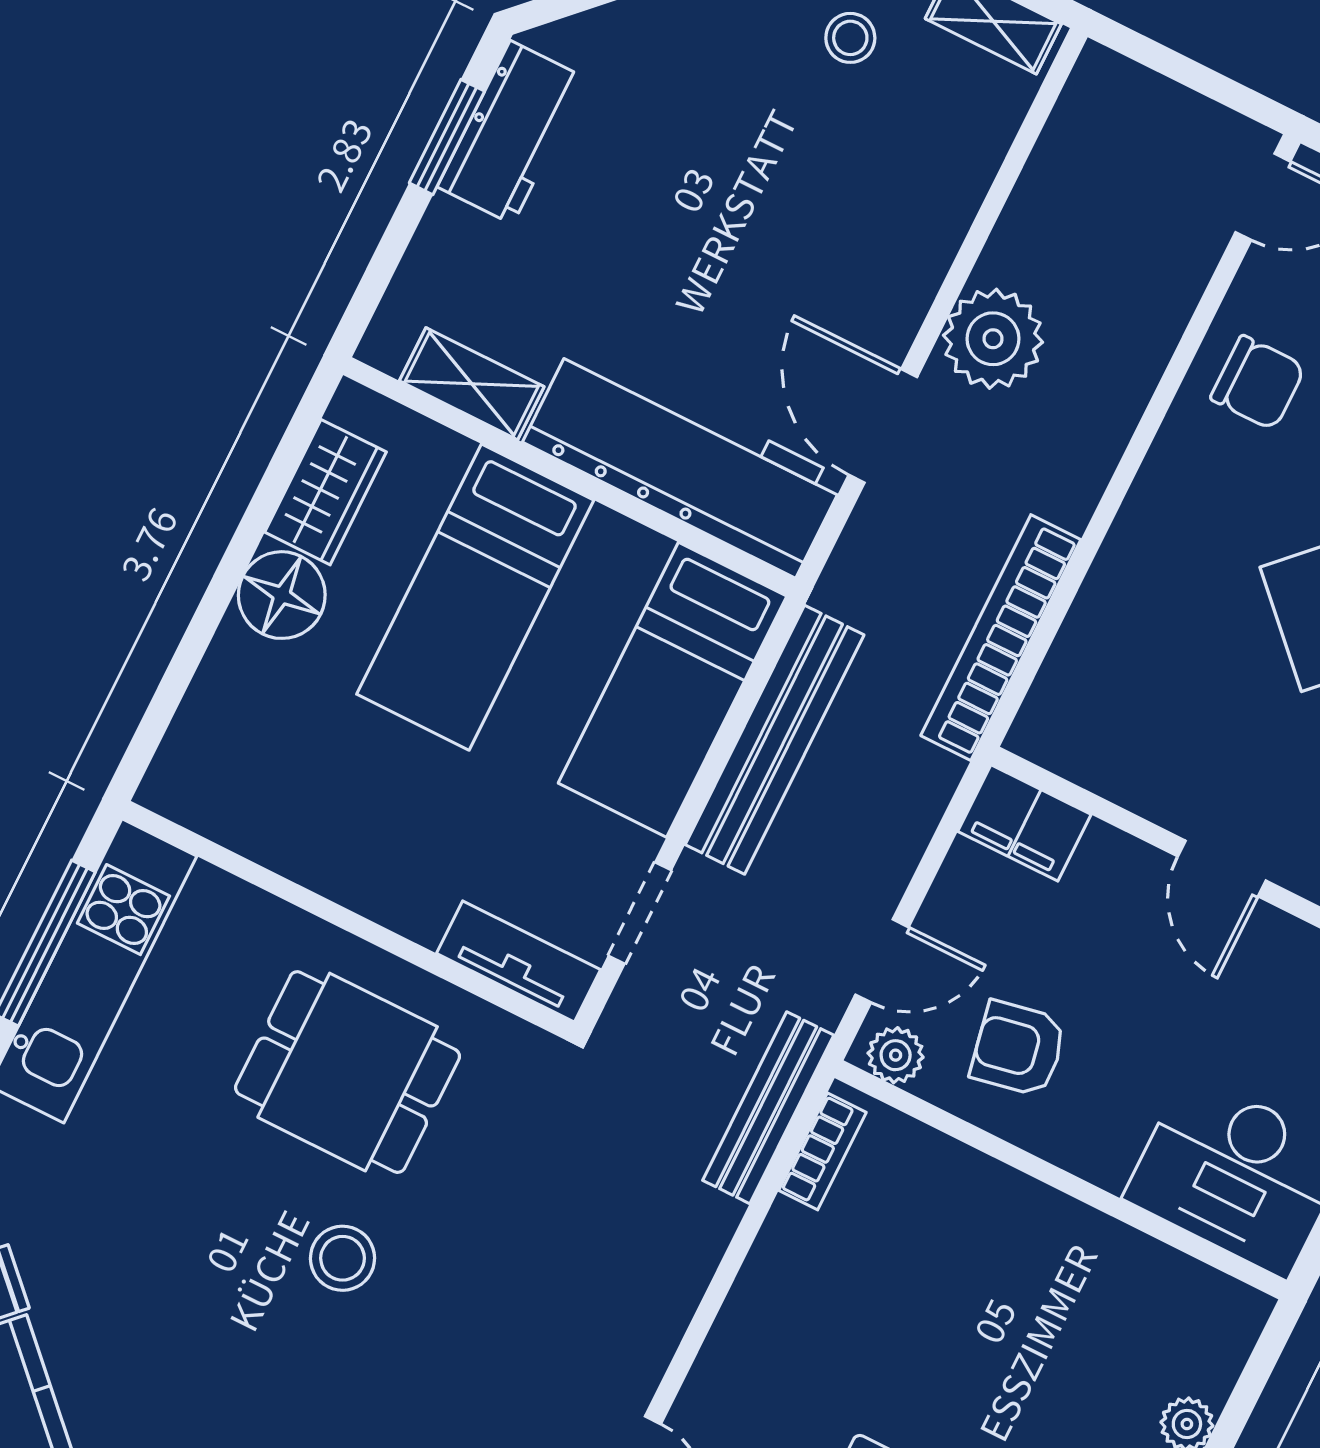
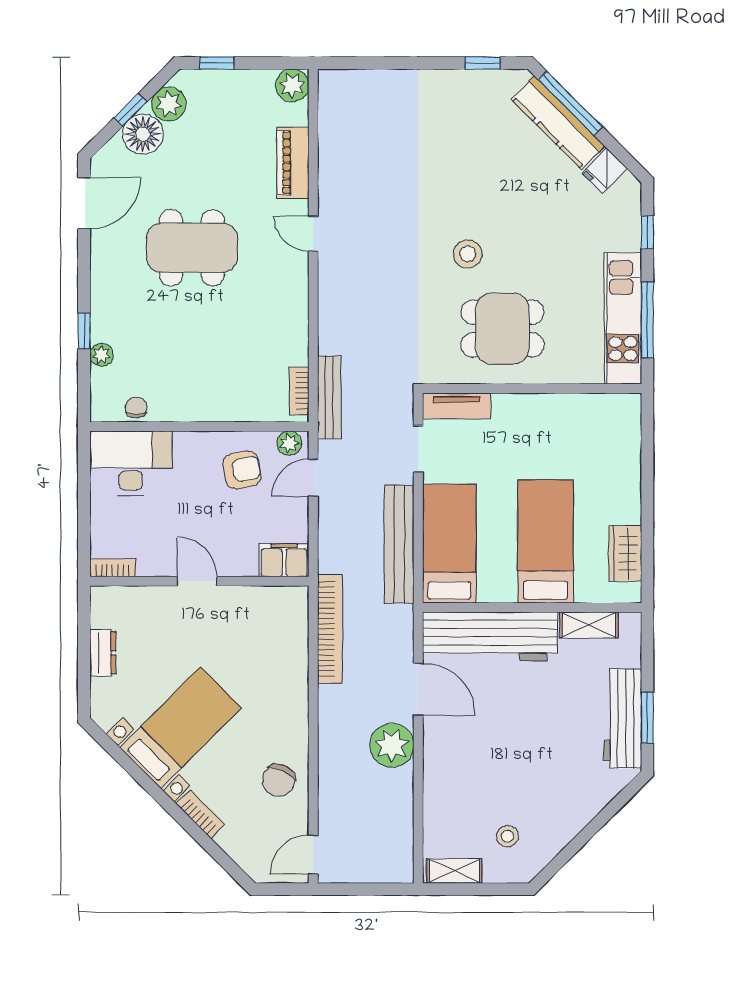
workbench: (511, 132) -> (623, 718), width x1.37
chair: (1258, 383) -> (279, 780), turned -65
floor lamp: (282, 595) -> (622, 504), removed
chair: (1170, 1282) -> (136, 407), added

